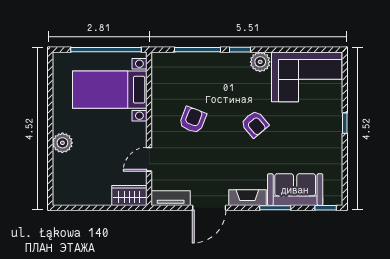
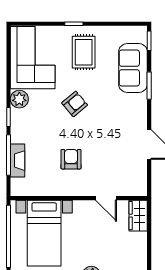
armchair: (193, 120) -> (71, 159), turned 69
rug: (313, 134) -> (84, 52), added
tv unit: (171, 198) -> (141, 179), removed
fireplace: (247, 198) -> (17, 161), moved, turned 180

